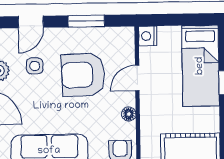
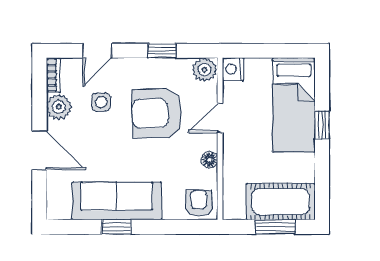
window: (86, 21) -> (162, 51), width x0.67
plant: (123, 37) -> (205, 70), added

